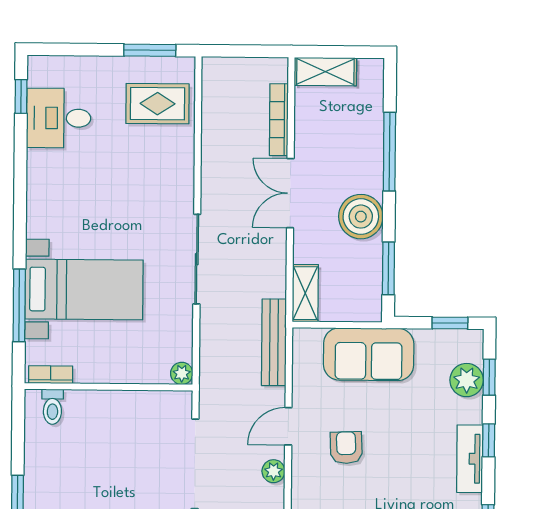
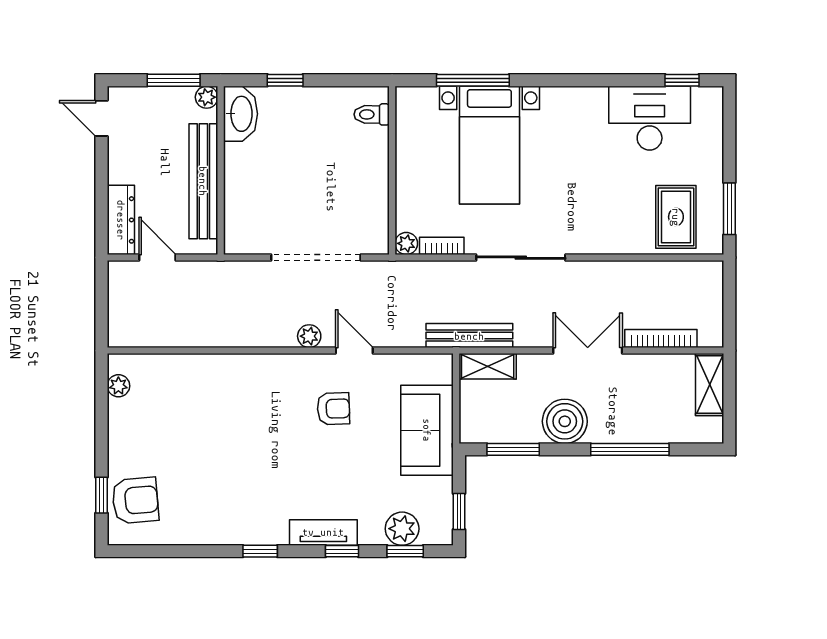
desk: (59, 118) -> (650, 118), width x1.37
bench: (274, 342) -> (469, 336), moved
bookcase: (51, 375) -> (442, 246), moved, turned -90

